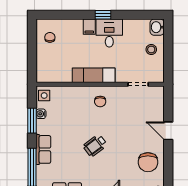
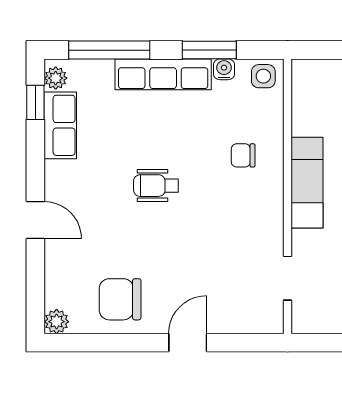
chair: (100, 102) -> (243, 155), moved
wheelchair: (95, 145) -> (156, 186), turned -53
row of seats: (43, 149) -> (163, 74), width x1.48

